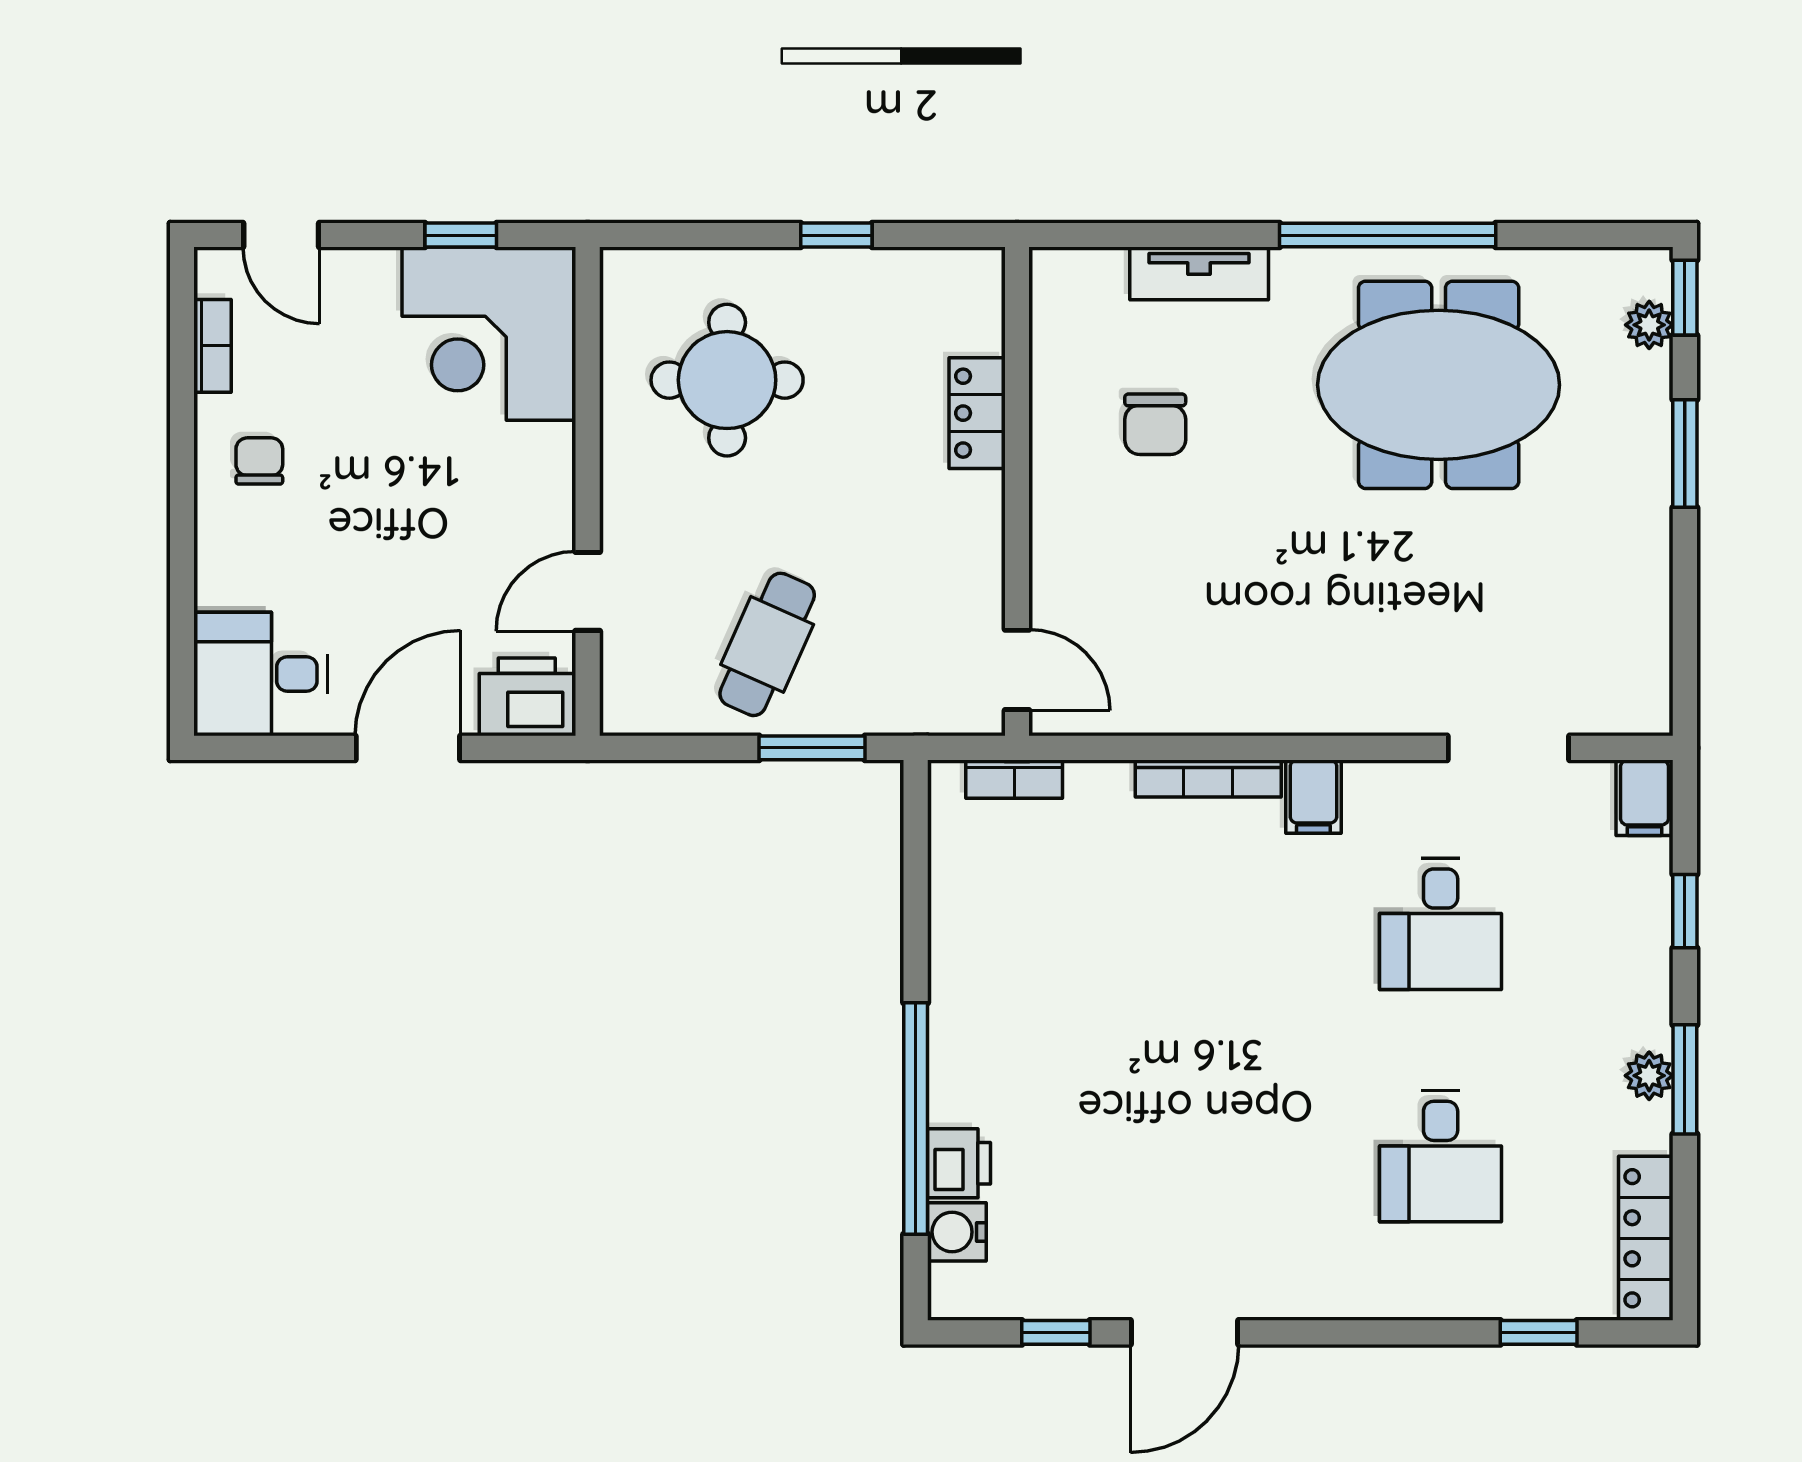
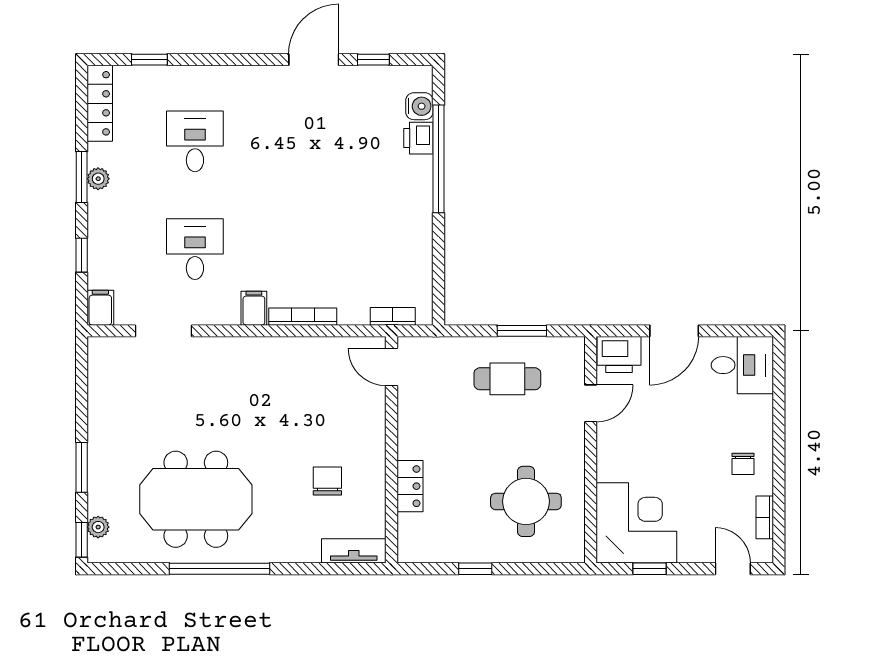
tv unit: (1199, 273) -> (354, 551), moved
cafe table: (767, 644) -> (507, 379), turned 66
window: (812, 748) -> (522, 331), moved

